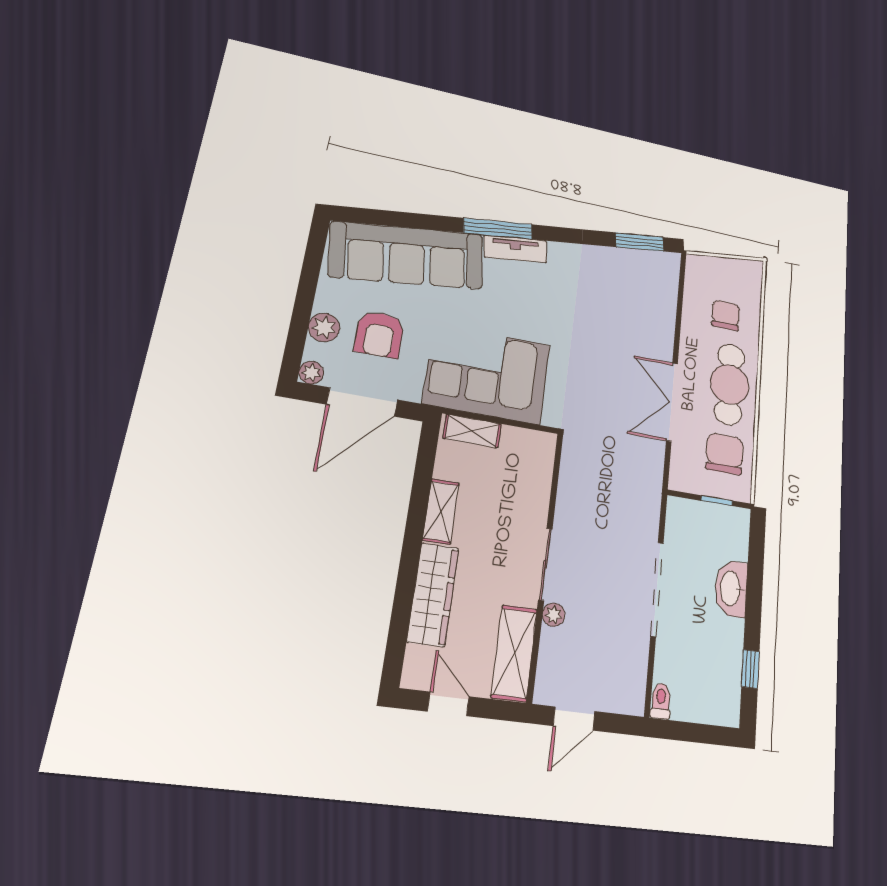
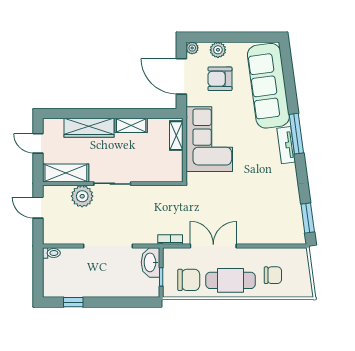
bookcase: (655, 474) -> (170, 240), added
washbasin: (731, 588) -> (150, 262), moved, turned -90
plant: (554, 615) -> (82, 196), width x1.87, depth x1.87
door: (448, 704) -> (38, 143), swing flipped

